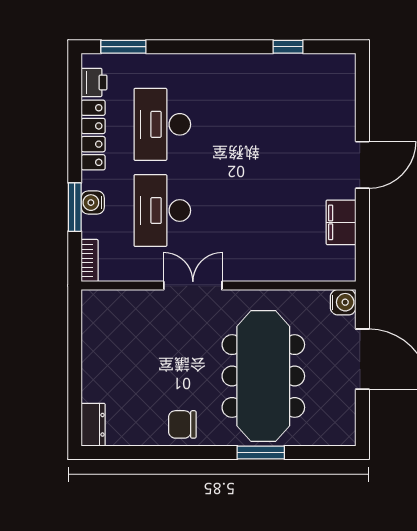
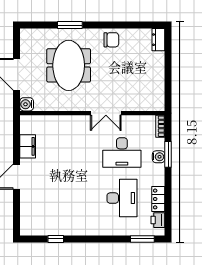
locker: (93, 135) -> (158, 199), width x0.66
desk: (162, 210) -> (122, 153), turned 90
meeting table: (263, 376) -> (69, 65), width x0.73

